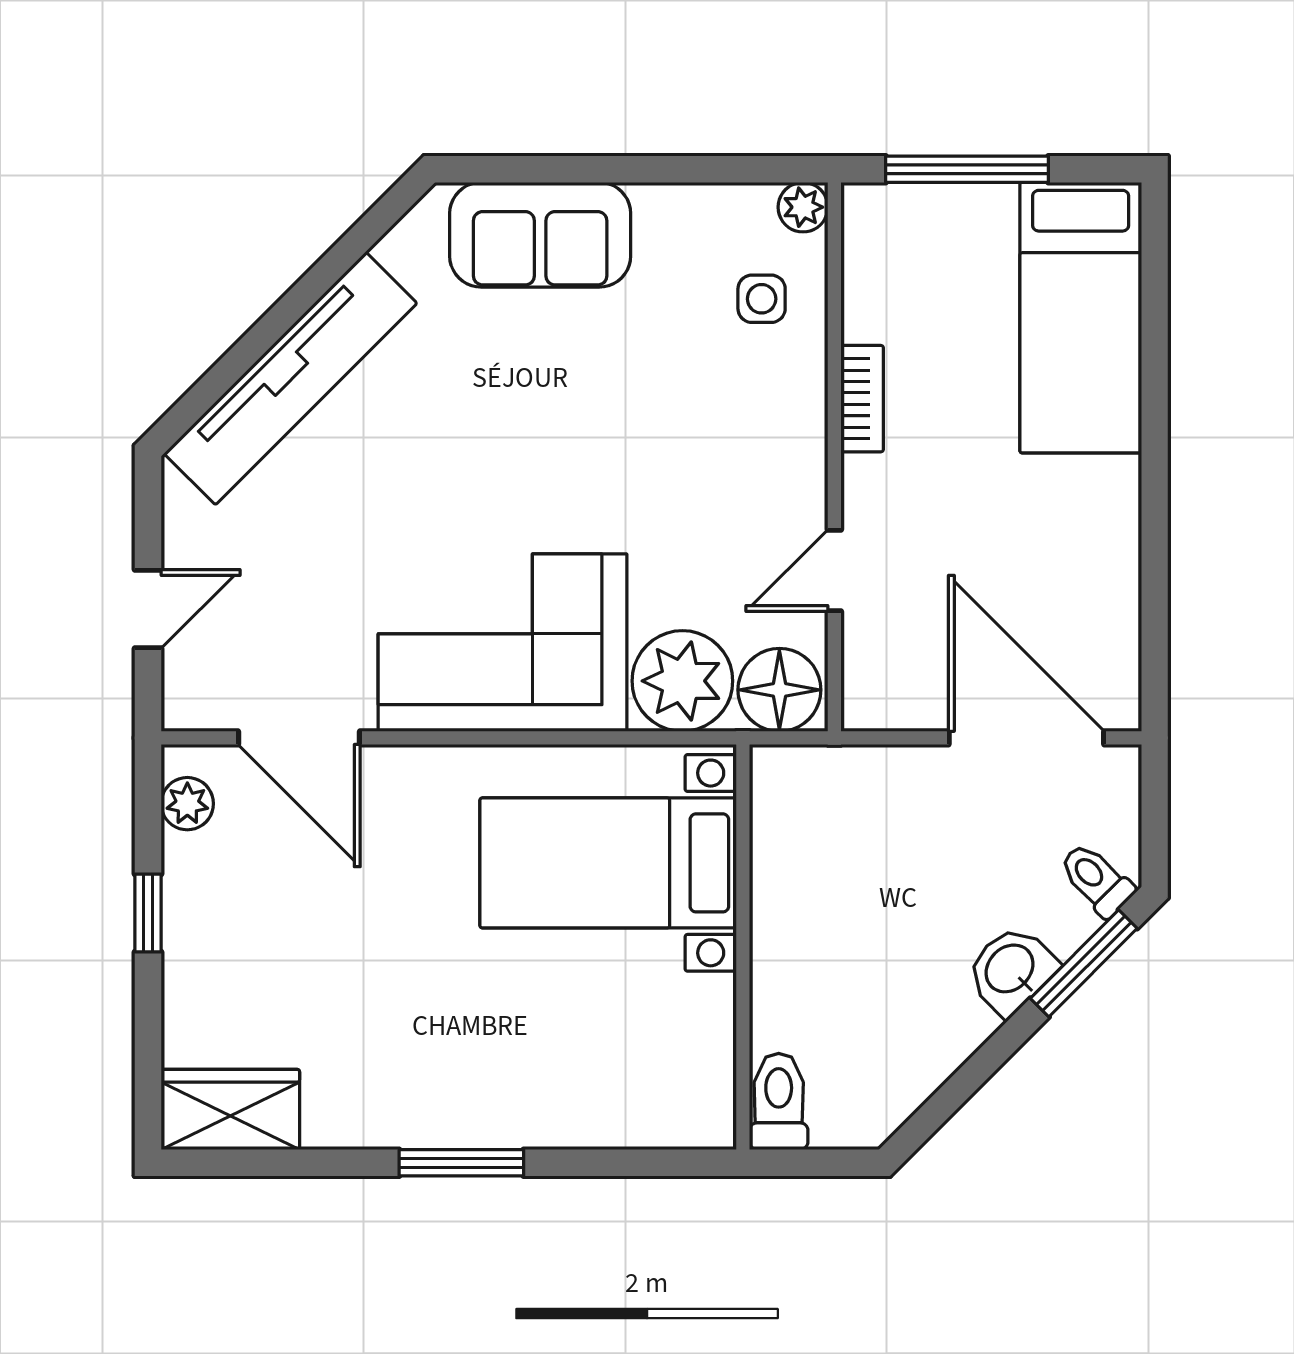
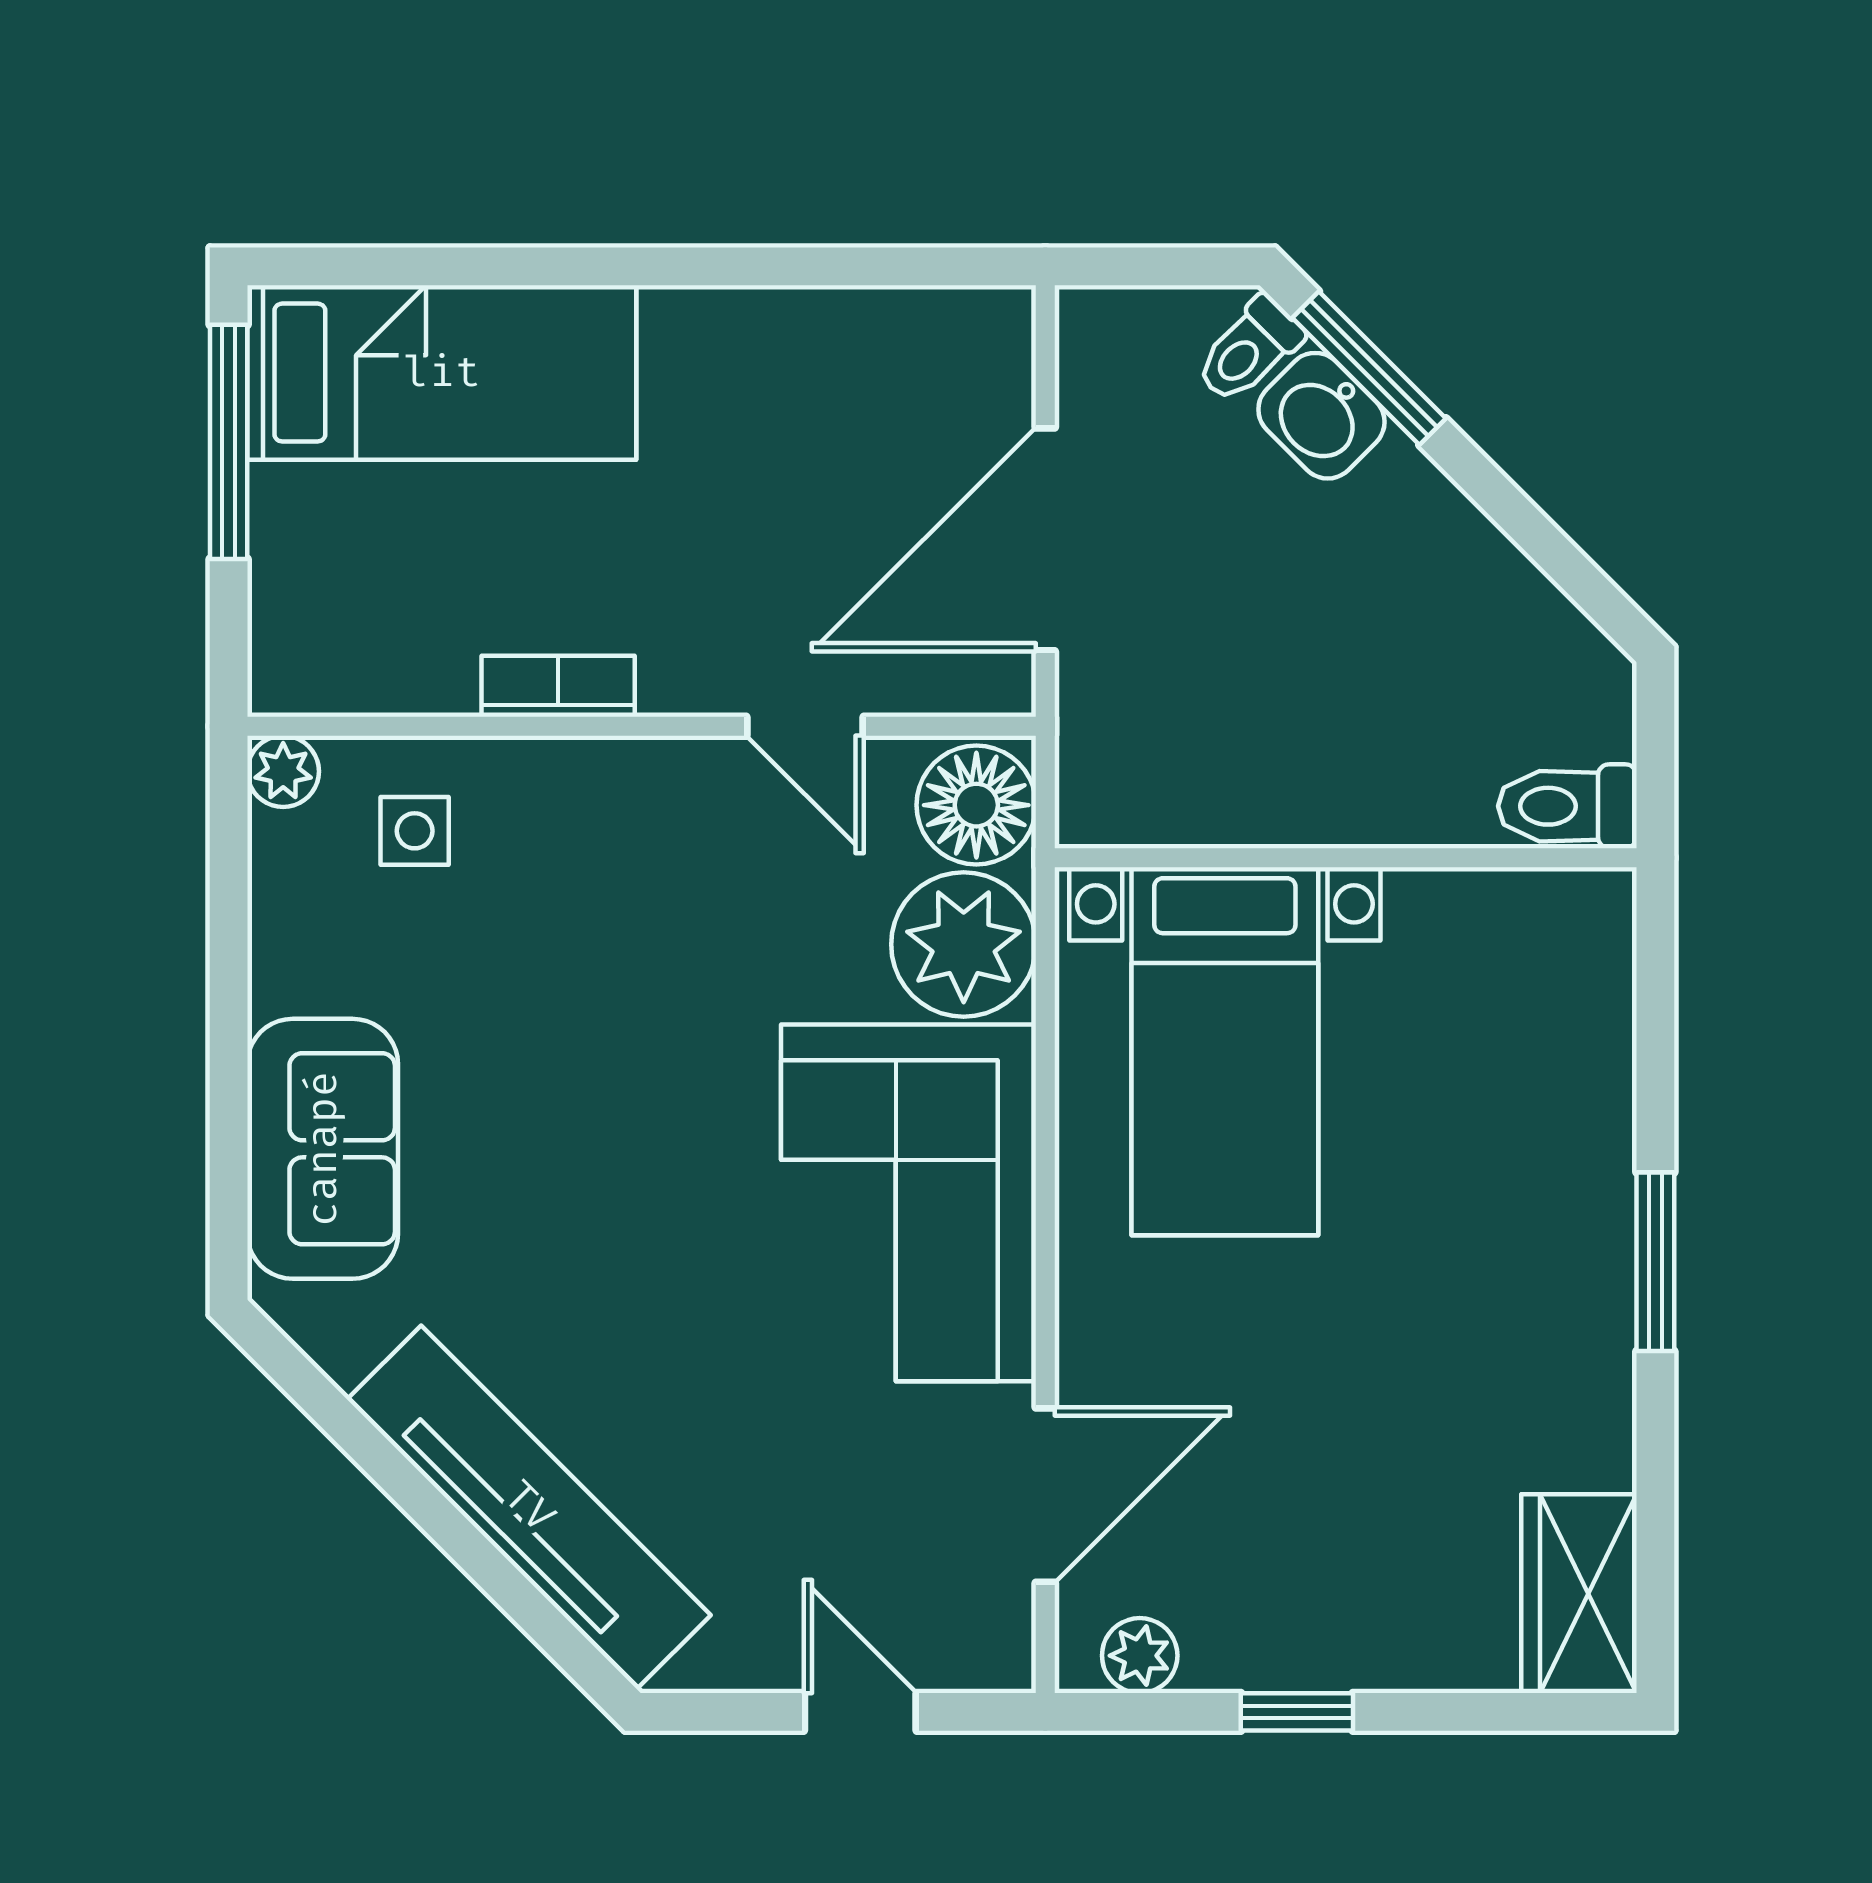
window: (967, 169) -> (229, 442), moved
door: (1026, 738) -> (1045, 539), moved
washbasin: (1011, 970) -> (1321, 416), moved

